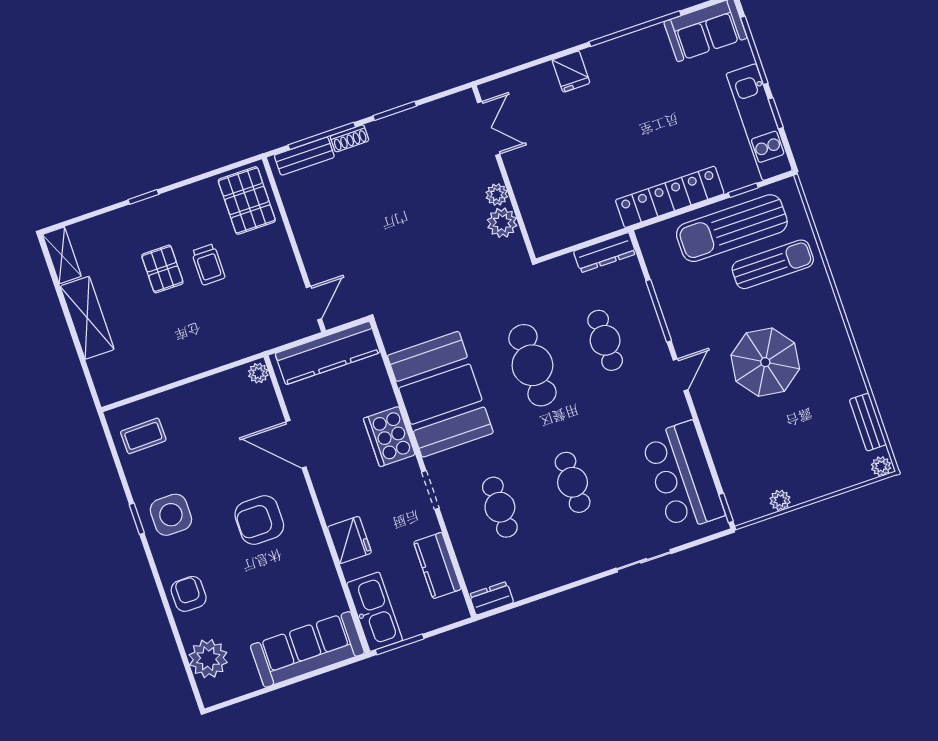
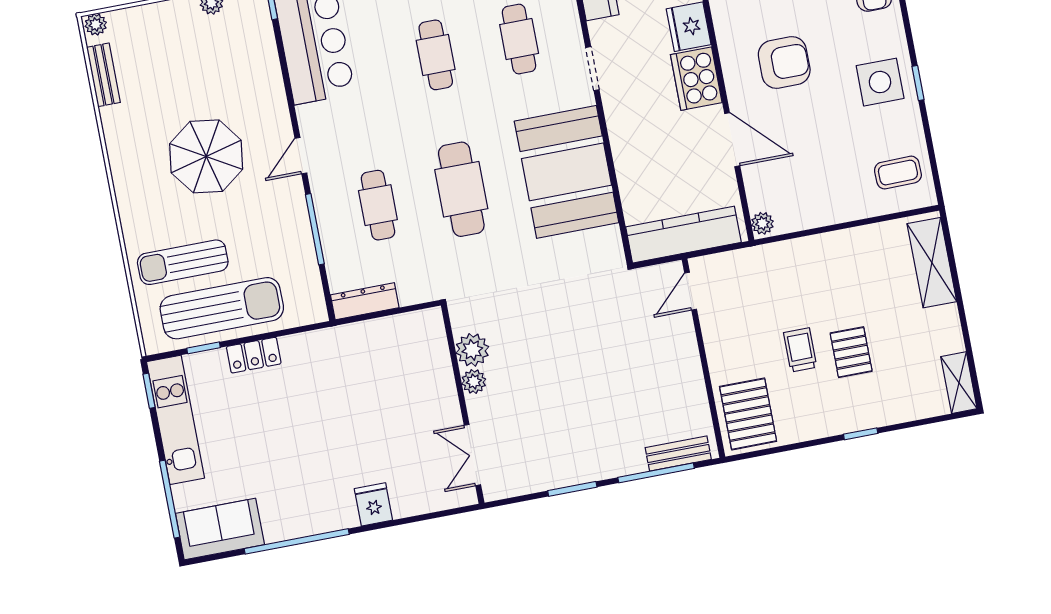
window: (776, 113) -> (149, 391), moved
shoe rack: (350, 138) -> (626, 466), removed
locker: (670, 197) -> (254, 355), width x0.46, depth x0.83
shelving: (87, 318) -> (932, 263), moved
cooker: (389, 437) -> (696, 79), moved, turned 180

